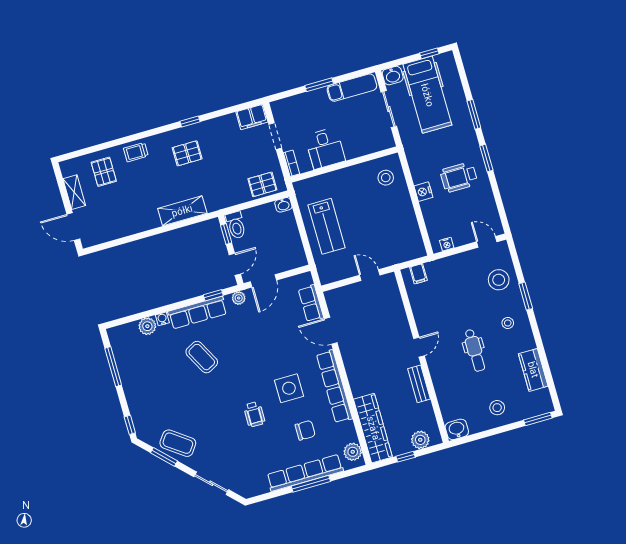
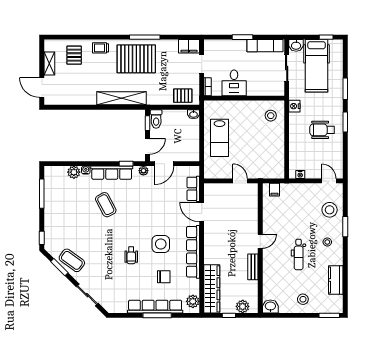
window: (190, 122) -> (145, 37), width x2.17
pallet: (187, 153) -> (136, 59), width x2.05, depth x2.00
nightstand: (423, 192) -> (294, 106), moved
shelving: (182, 211) -> (121, 98), width x1.47

